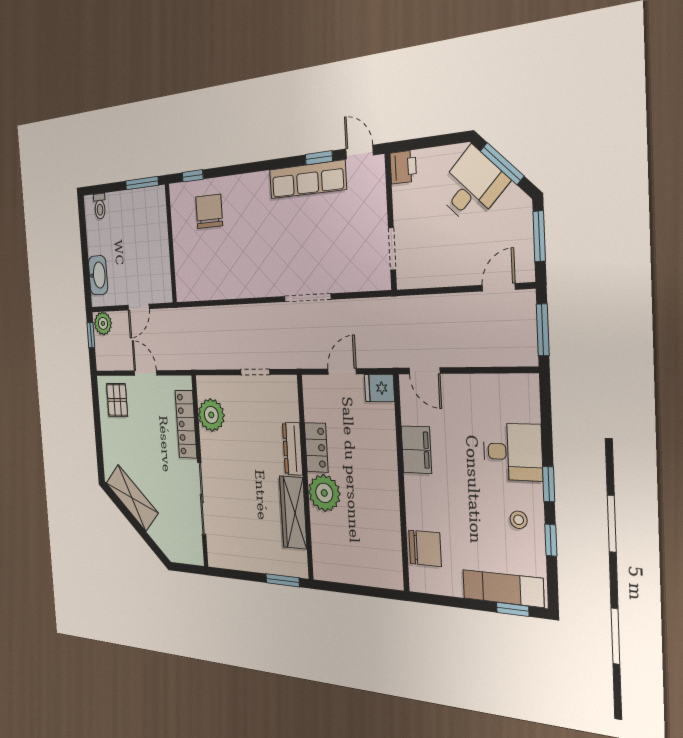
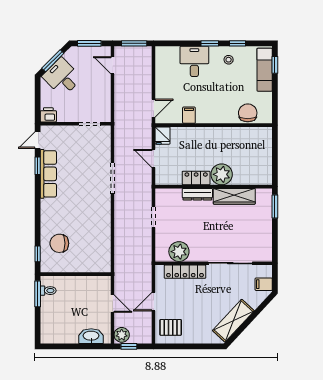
toilet: (100, 206) -> (48, 291), moved
filing cabinet: (416, 450) -> (189, 115), width x0.50
filing cabinet: (179, 550) -> (264, 284), added

